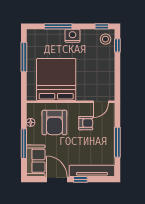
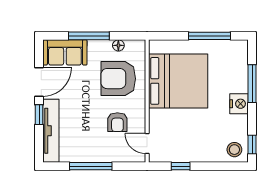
window: (117, 45) -> (181, 166), moved

